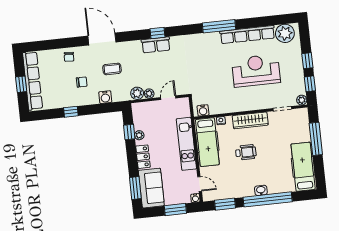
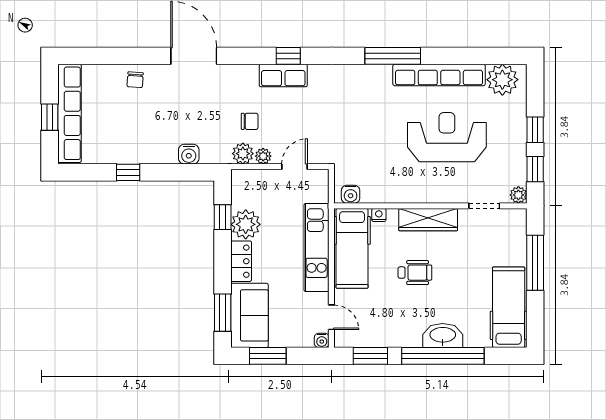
coffee table: (112, 69) -> (205, 108), removed
chair: (82, 82) -> (250, 121), moved
plant: (139, 135) -> (246, 224), width x1.87, depth x1.87
washbasin: (261, 190) -> (443, 336), width x1.91, depth x1.45
window: (175, 209) -> (268, 356), moved

